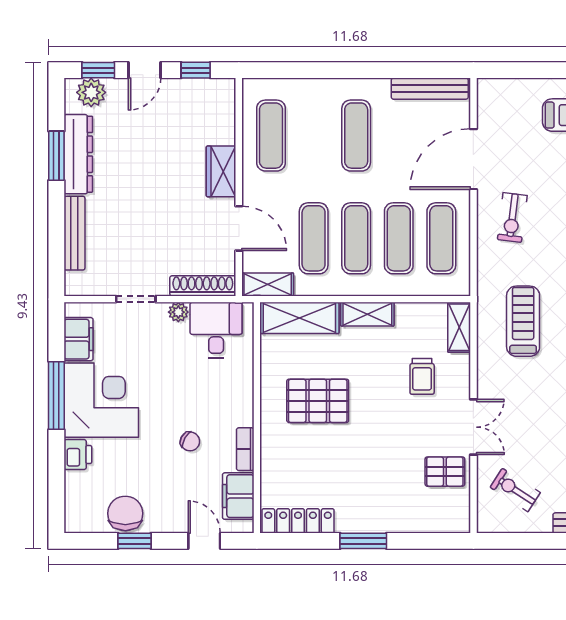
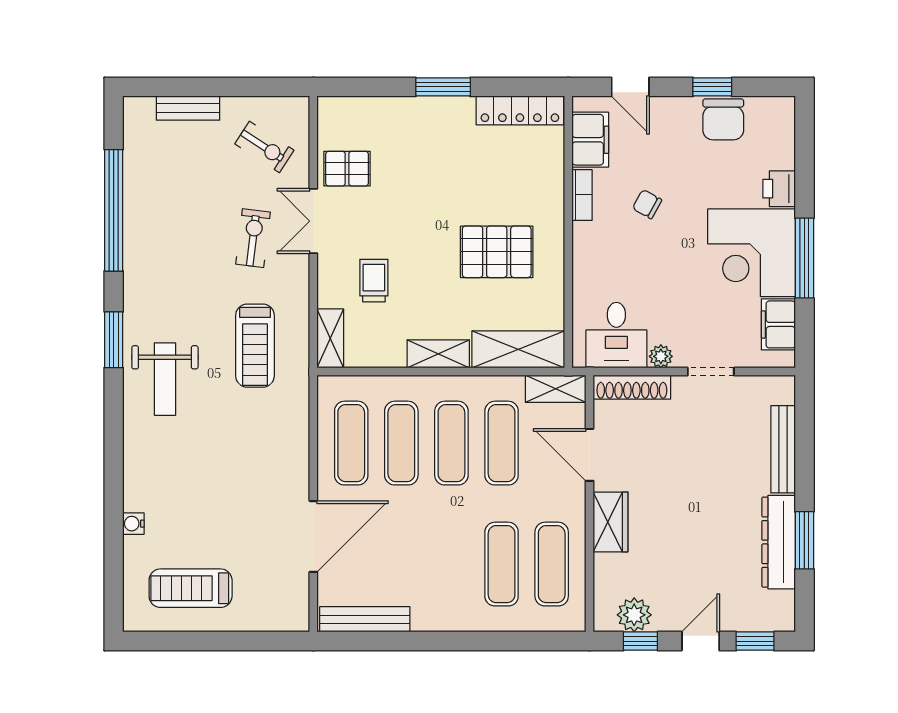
plant: (91, 92) -> (634, 615), moved
exercise mat: (356, 136) -> (502, 564), moved
exercise bike: (512, 218) -> (253, 238), moved

